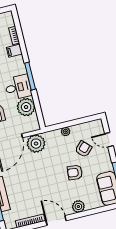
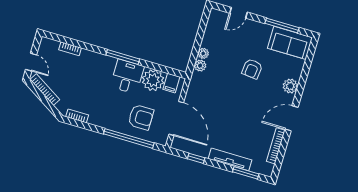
filing cabinet: (14, 51) -> (171, 83), moved
plant: (36, 144) -> (200, 66), moved, width x0.53, depth x0.53
armchair: (83, 149) -> (233, 45), removed

